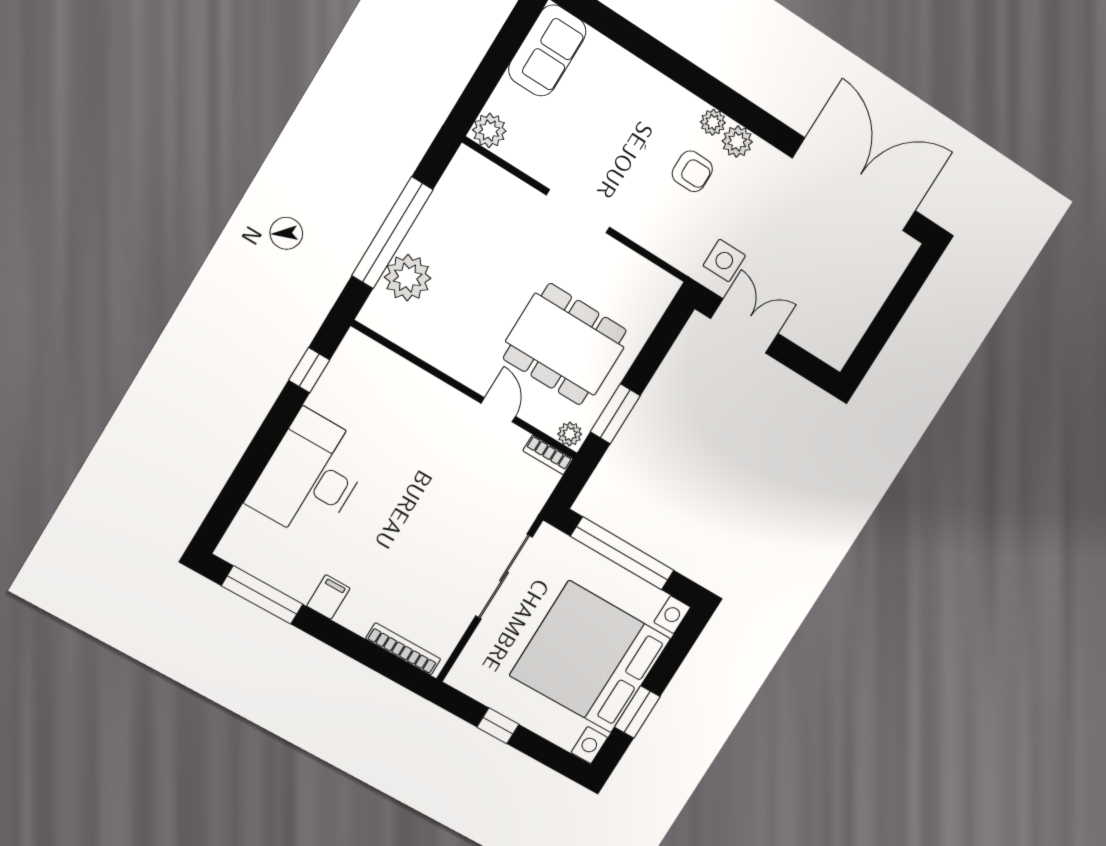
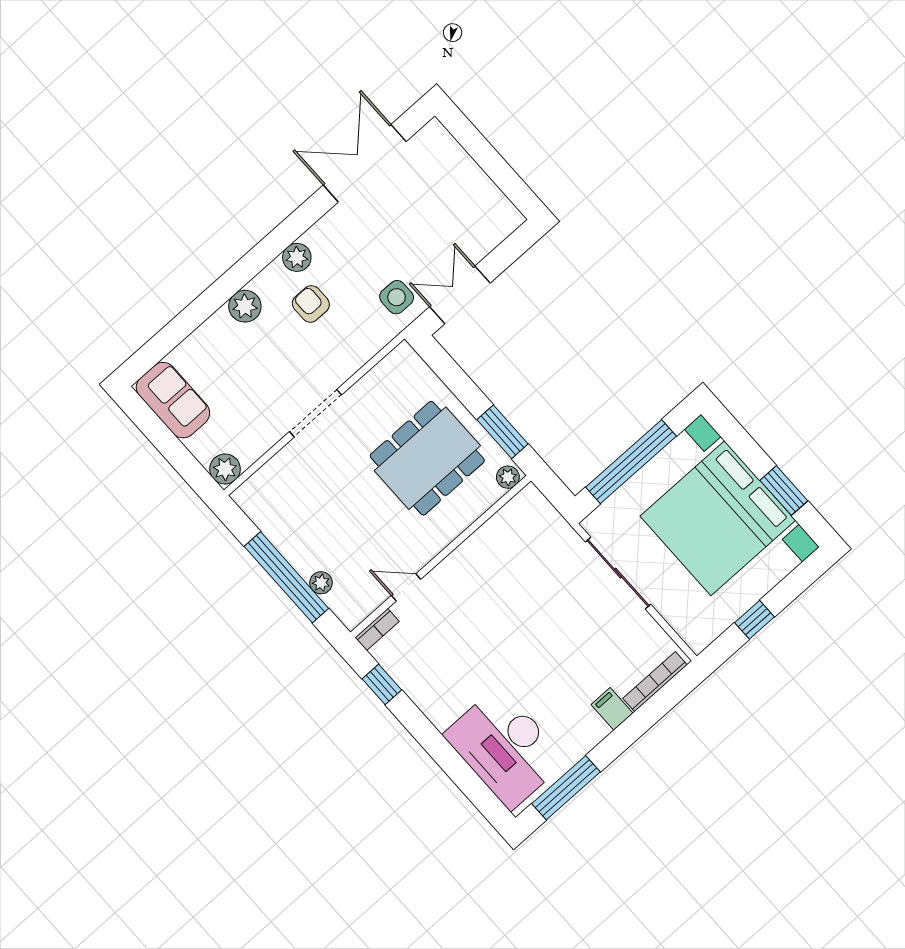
plant: (713, 122) -> (245, 306), moved, width x1.38, depth x1.38
armchair: (692, 171) -> (311, 304), turned -90
double door: (854, 185) -> (365, 163), width x0.73
plant: (408, 278) -> (321, 583), width x0.53, depth x0.53
door: (498, 410) -> (406, 587), moved
bookcase: (548, 455) -> (377, 629), moved
desk: (311, 476) -> (505, 748), moved
filing cabinet: (328, 597) -> (612, 709), moved

